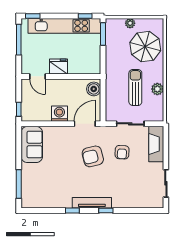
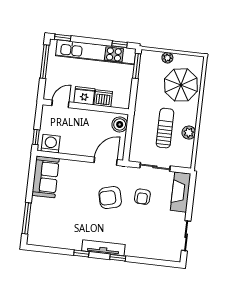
dishwasher: (76, 67) -> (103, 98), added
door: (38, 76) -> (60, 104), swing flipped
washing machine: (59, 114) -> (51, 144), moved

